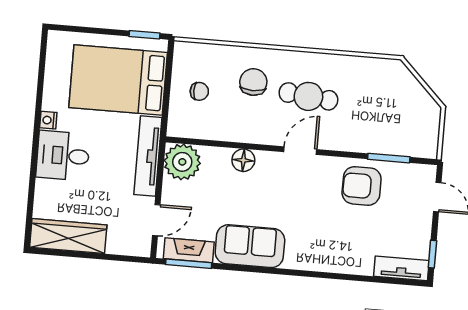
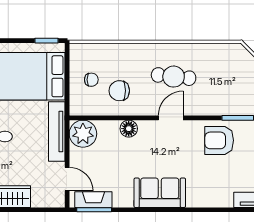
chair: (253, 82) -> (119, 91), moved, turned -90
door: (156, 220) -> (67, 179), hinge flipped
sofa: (250, 246) -> (160, 193), moved

